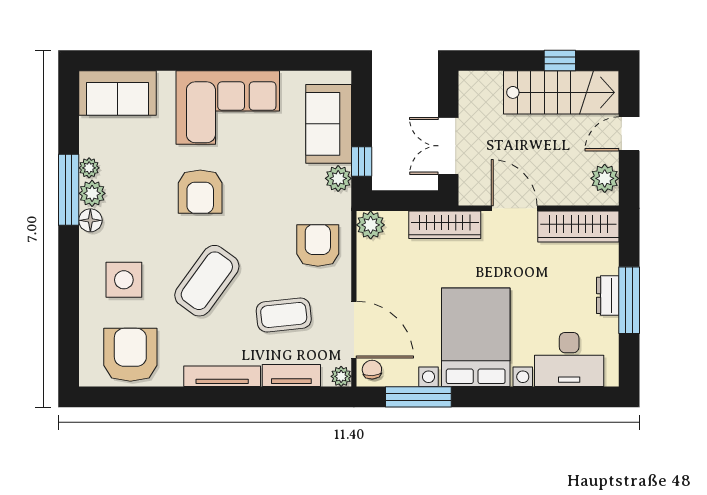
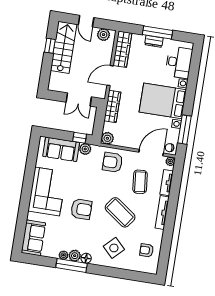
side table: (124, 280) -> (114, 248), turned 45
armchair: (130, 355) -> (147, 250), width x0.53, depth x0.53

